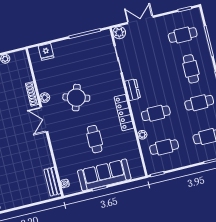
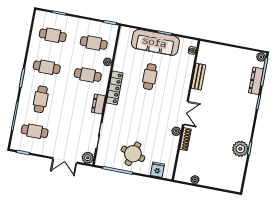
round table: (76, 98) -> (133, 154), moved
bench: (52, 182) -> (198, 77), moved

